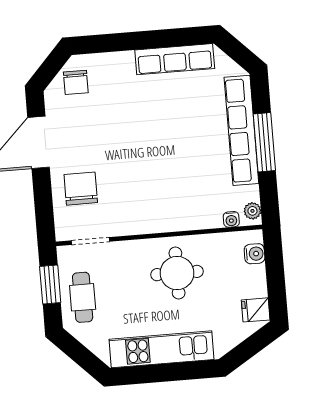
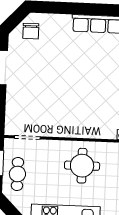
chair: (81, 189) -> (25, 102), removed

